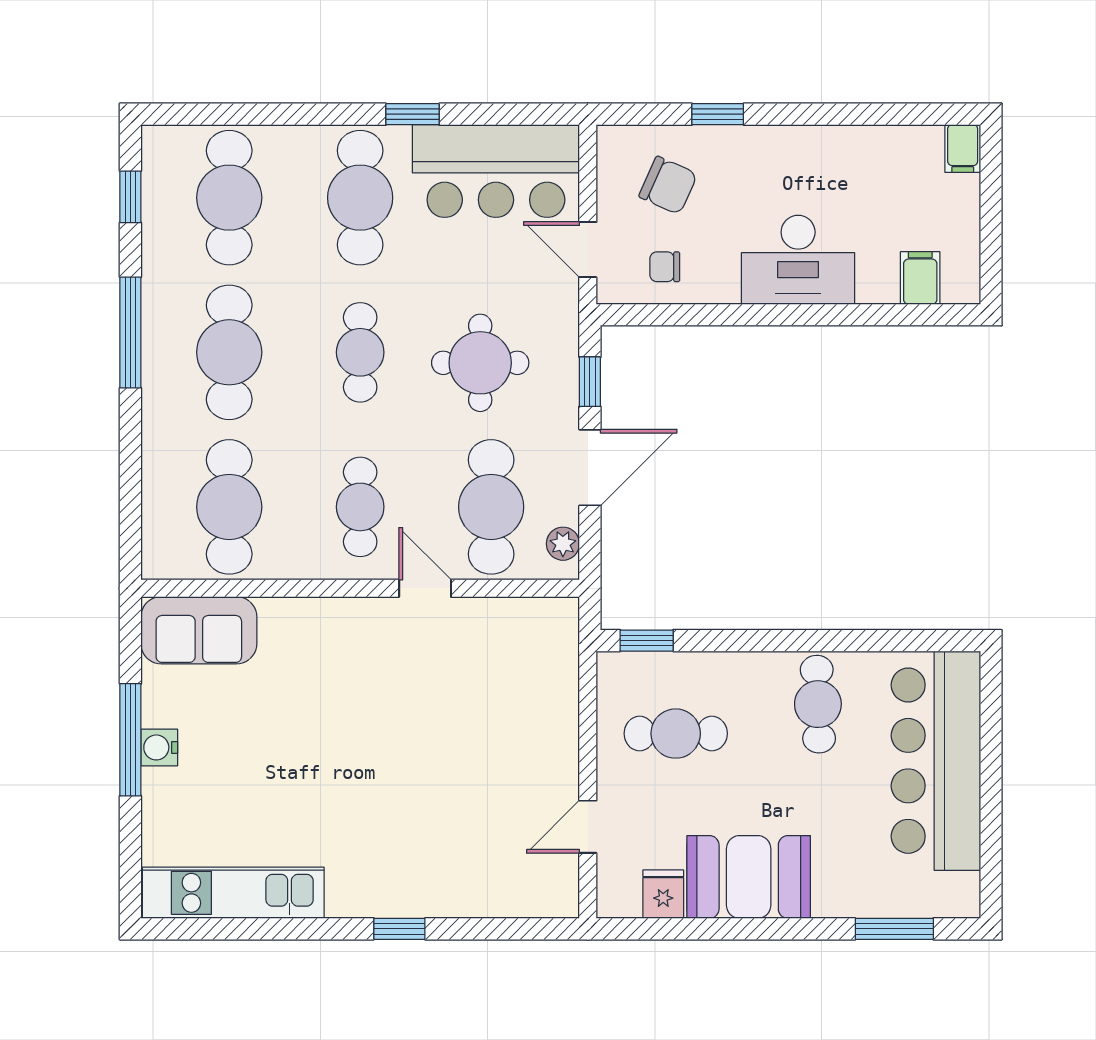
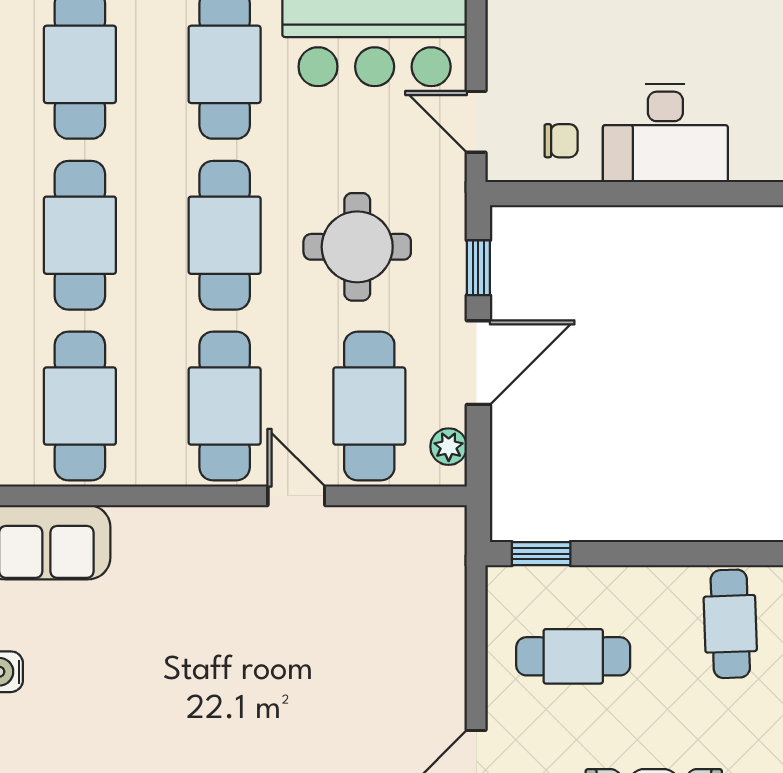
chair: (668, 185) -> (565, 51), removed
desk: (798, 260) -> (665, 133), moved
chair: (665, 267) -> (561, 141), turned 180
cafe table: (360, 352) -> (225, 235), width x1.37, depth x1.35
cafe table: (360, 507) -> (225, 406), width x1.37, depth x1.35

